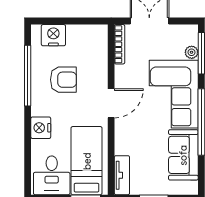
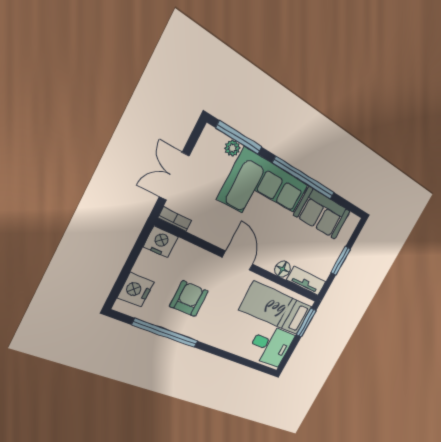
bookcase: (120, 44) -> (175, 219), width x0.64
nightstand: (41, 128) -> (161, 242), moved, turned 180
floor lamp: (122, 147) -> (283, 269), added

